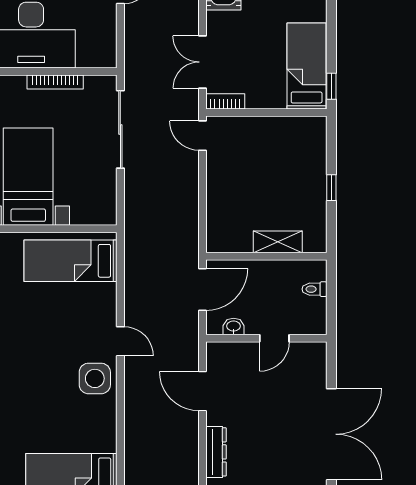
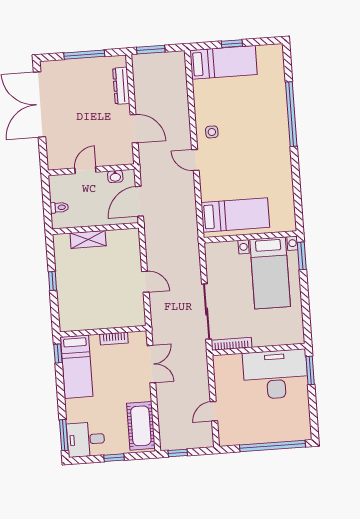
bookcase: (55, 82) -> (232, 344), moved
bookcase: (225, 101) -> (114, 339), moved
door: (203, 136) -> (145, 282), moved
side table: (95, 378) -> (212, 132), width x0.54, depth x0.54

